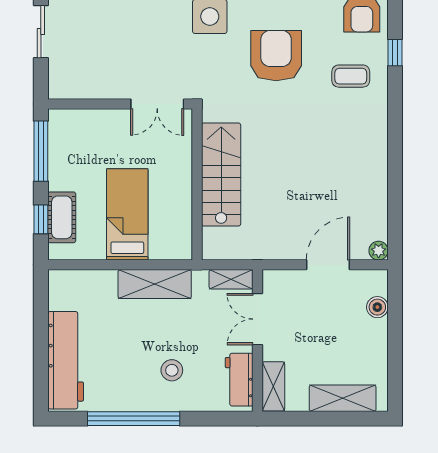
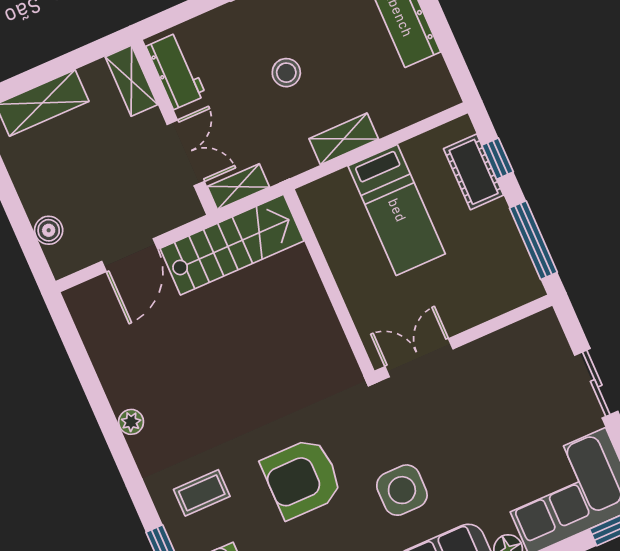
armchair: (276, 56) -> (302, 478), turned 90
stairs: (221, 175) -> (232, 245), moved, turned -90
plant: (379, 251) -> (131, 422), moved
shelving: (155, 284) -> (344, 139), width x0.67, depth x0.75
stool: (172, 370) -> (286, 73), moved

